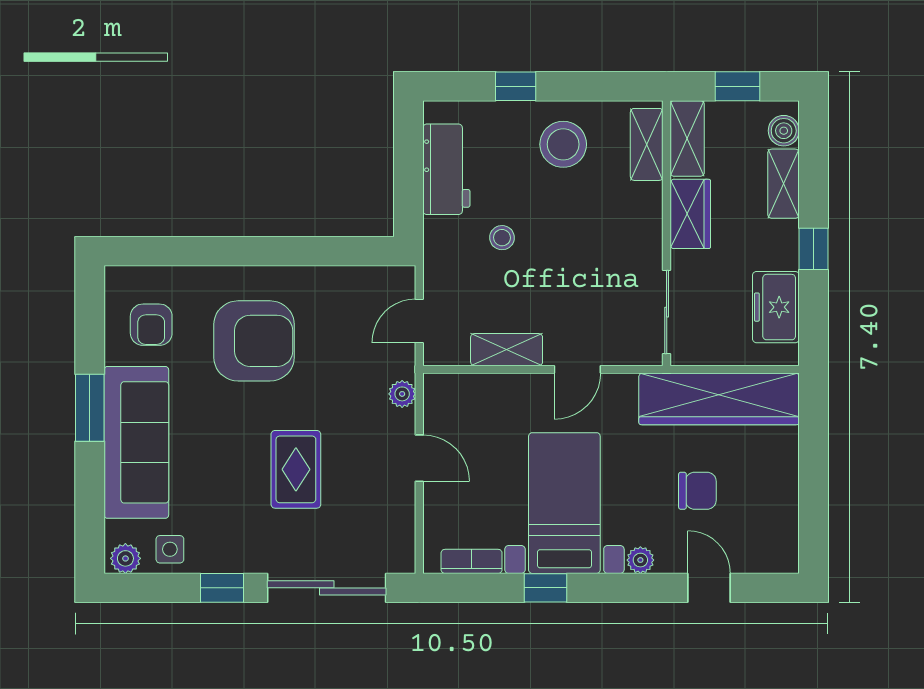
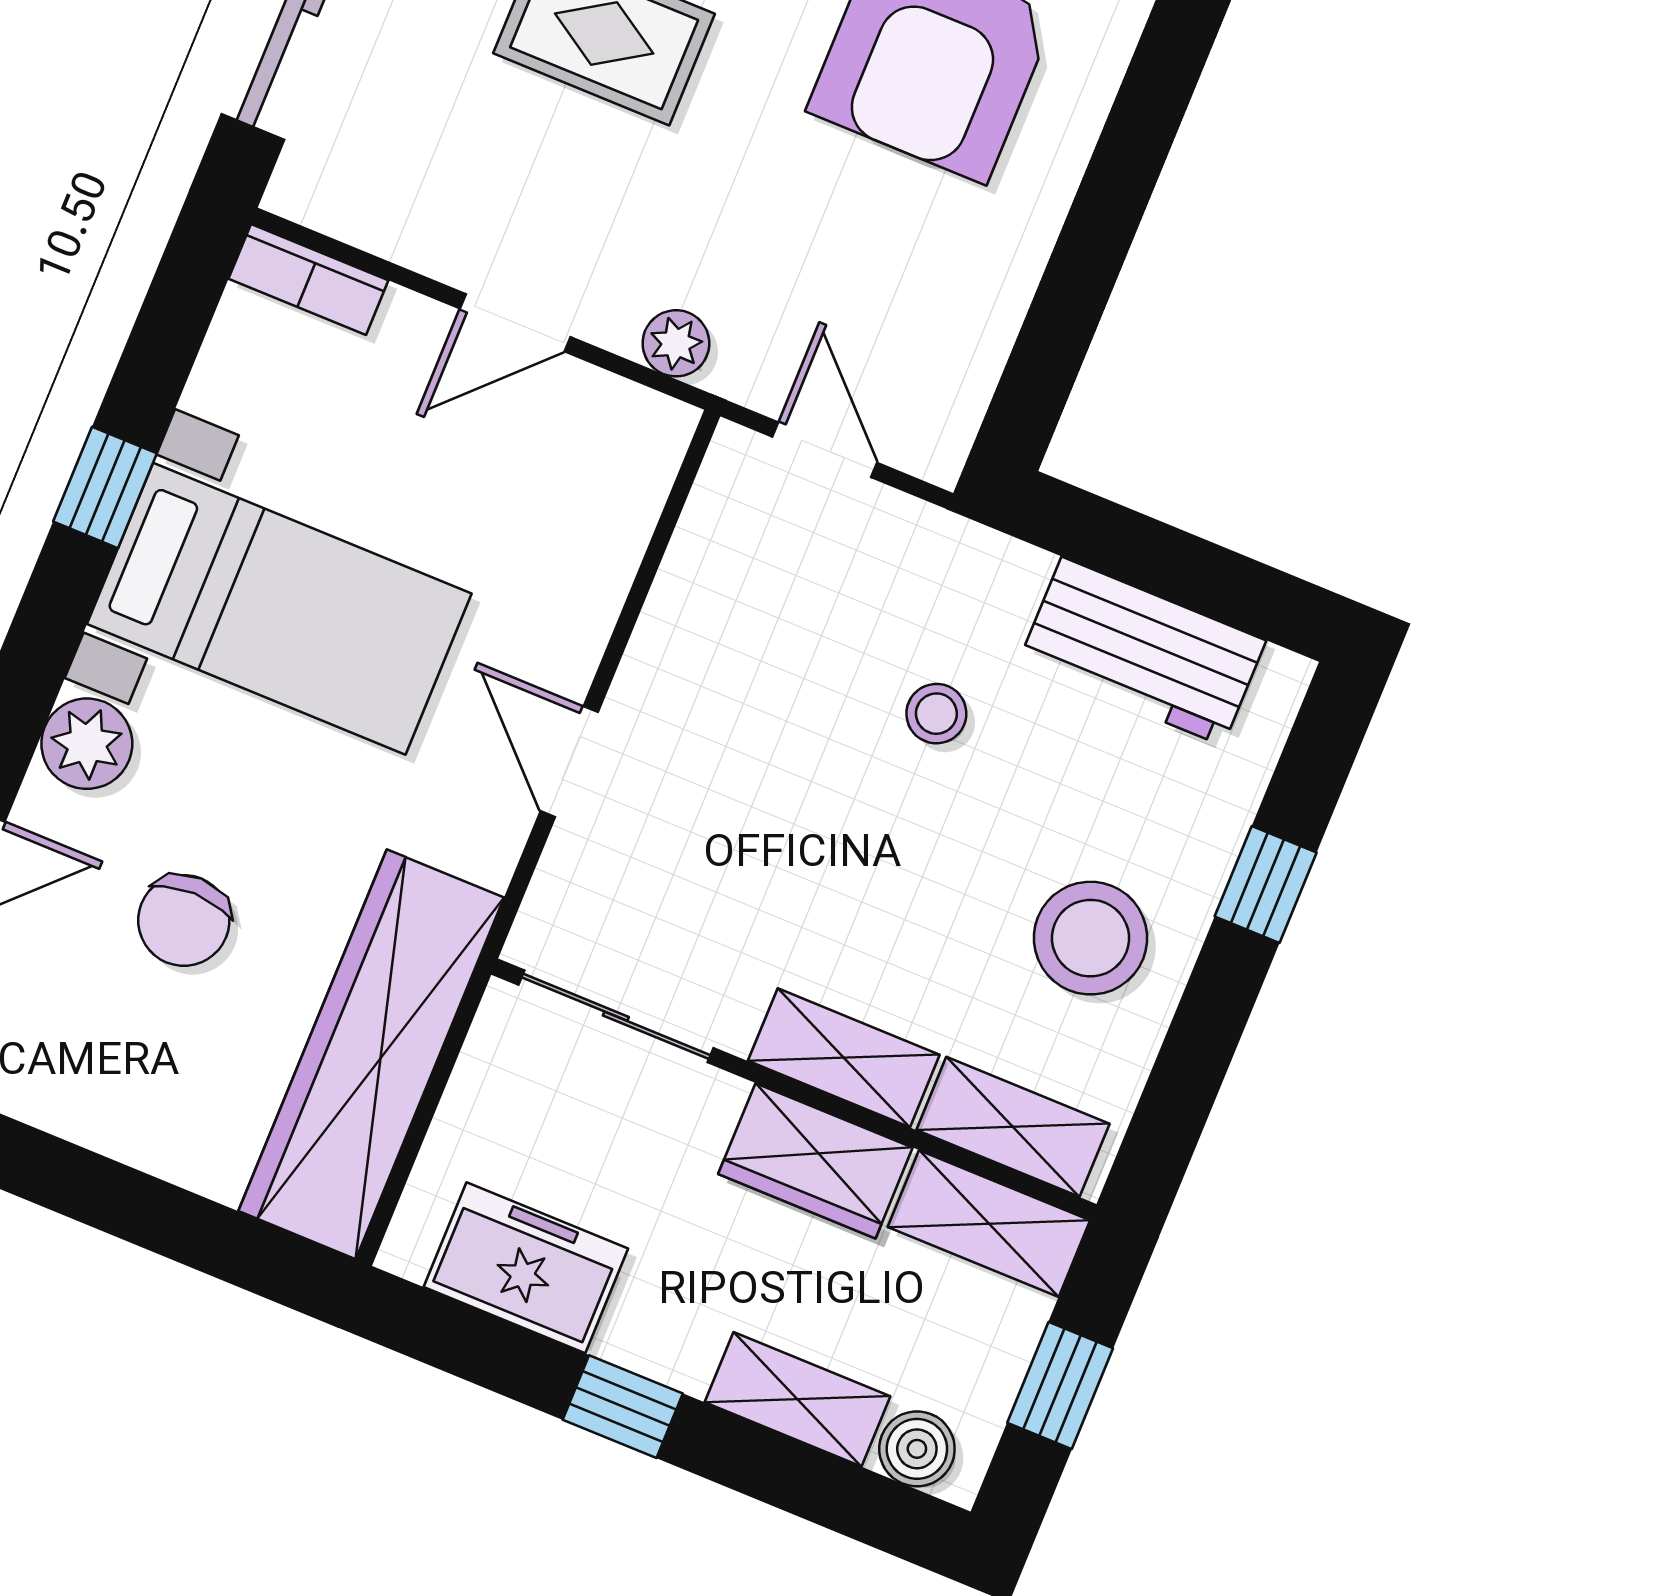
shelving: (507, 350) -> (844, 1058), moved, turned 90
plant: (640, 560) -> (87, 744), width x1.38, depth x1.38
bookcase: (472, 561) -> (308, 280), moved, turned 90

